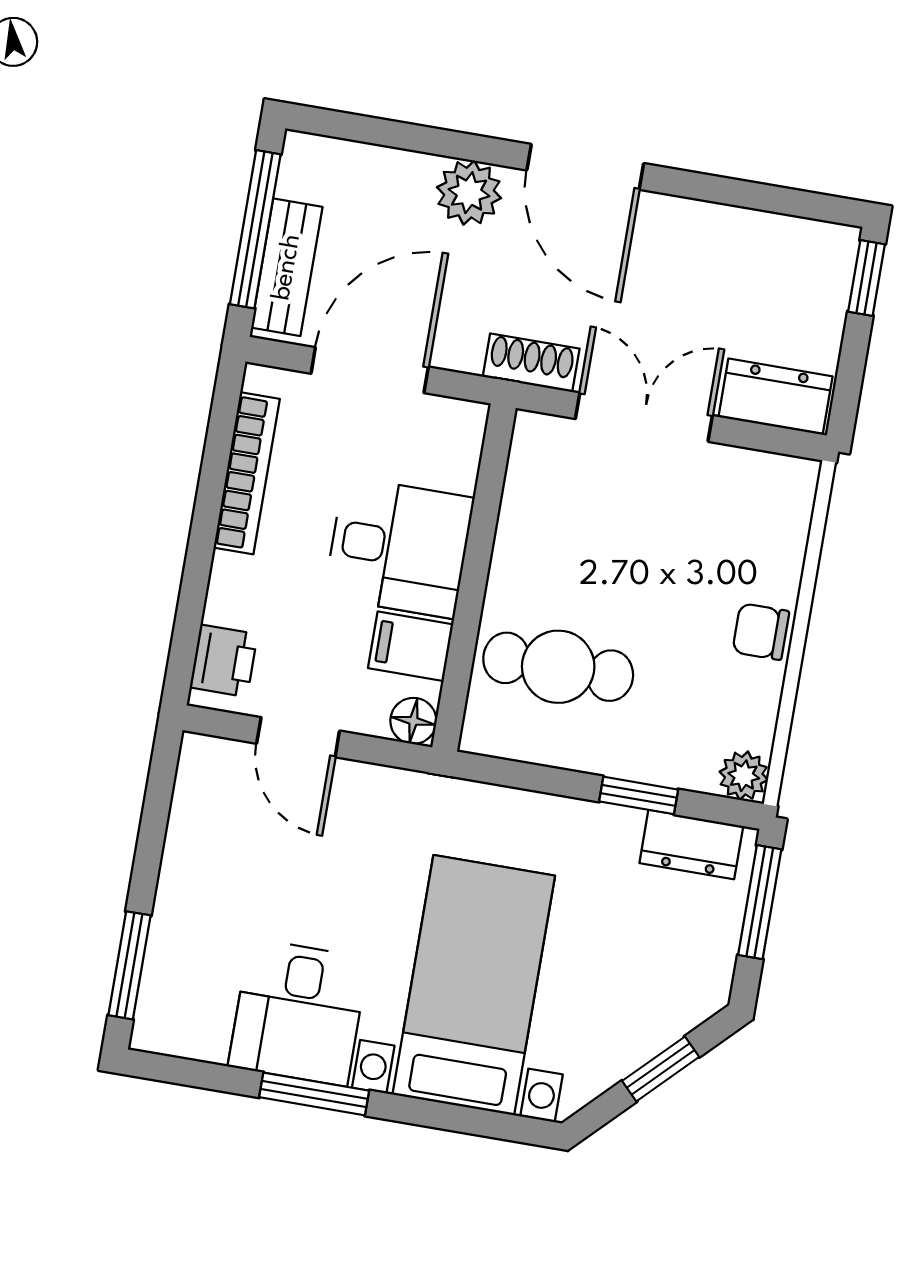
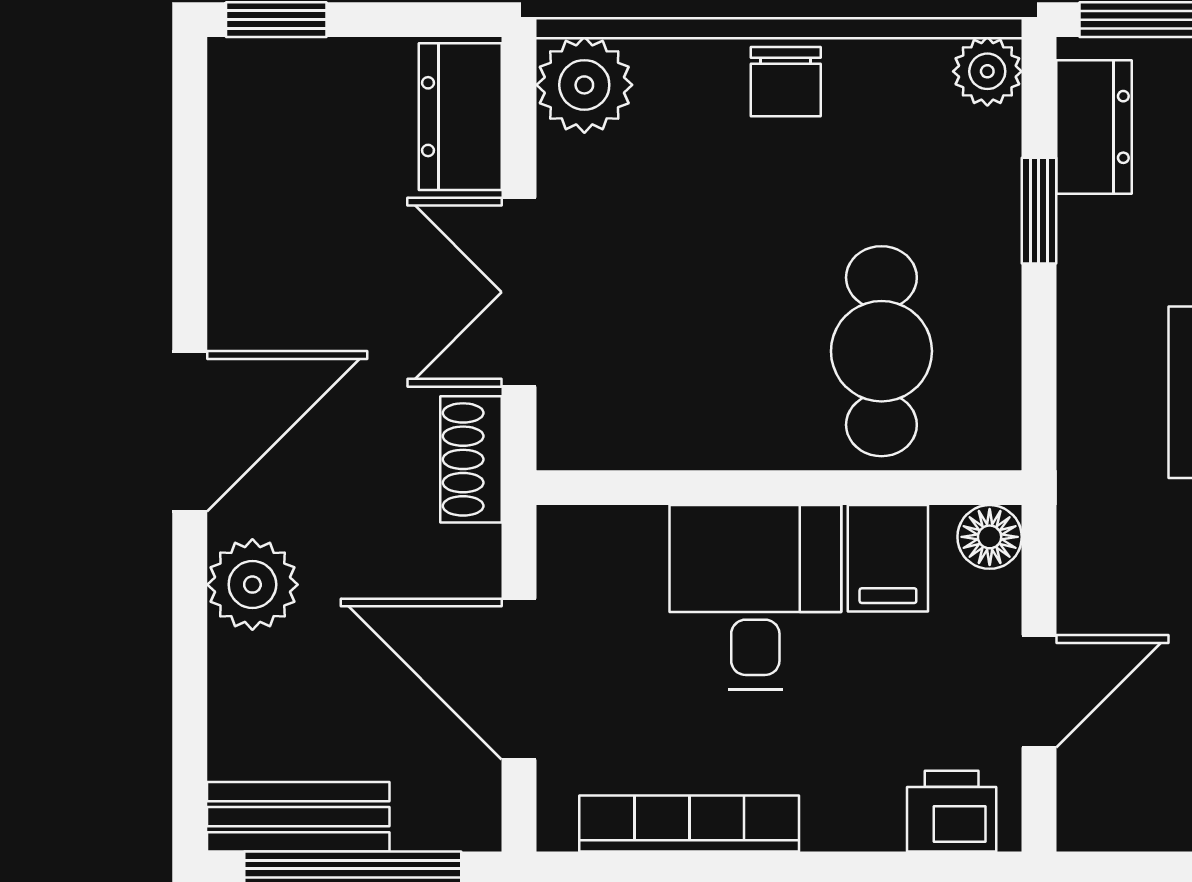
bench: (287, 267) -> (298, 817), moved
plant: (783, 488) -> (584, 85), added

